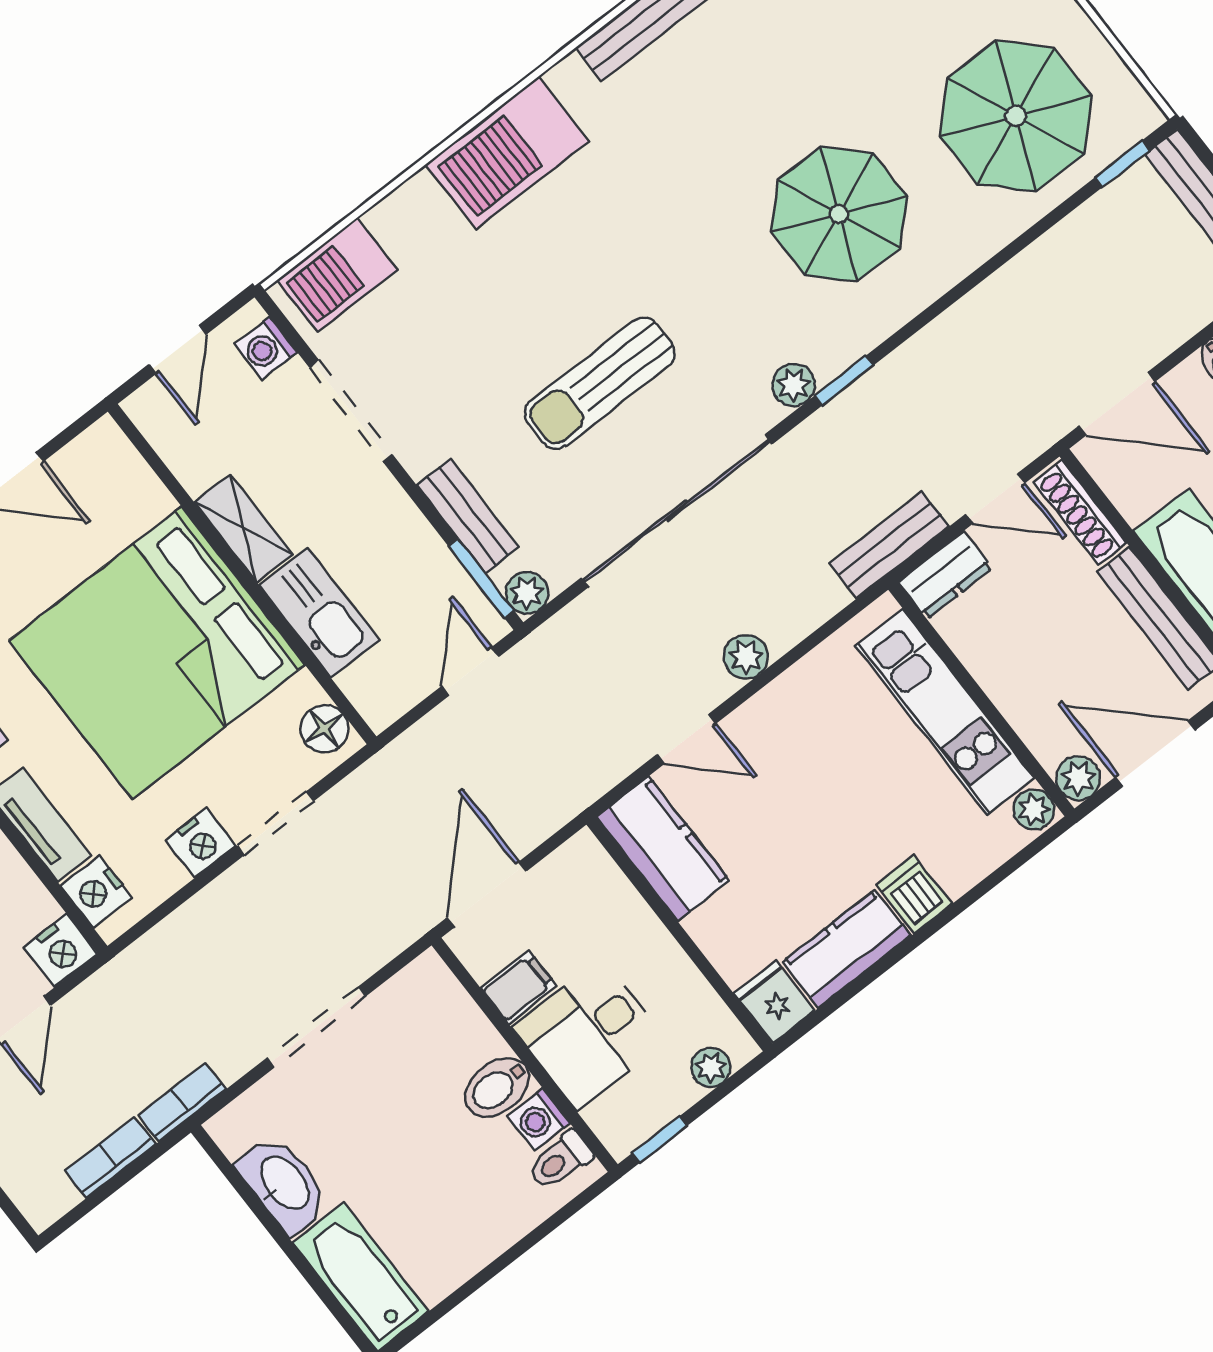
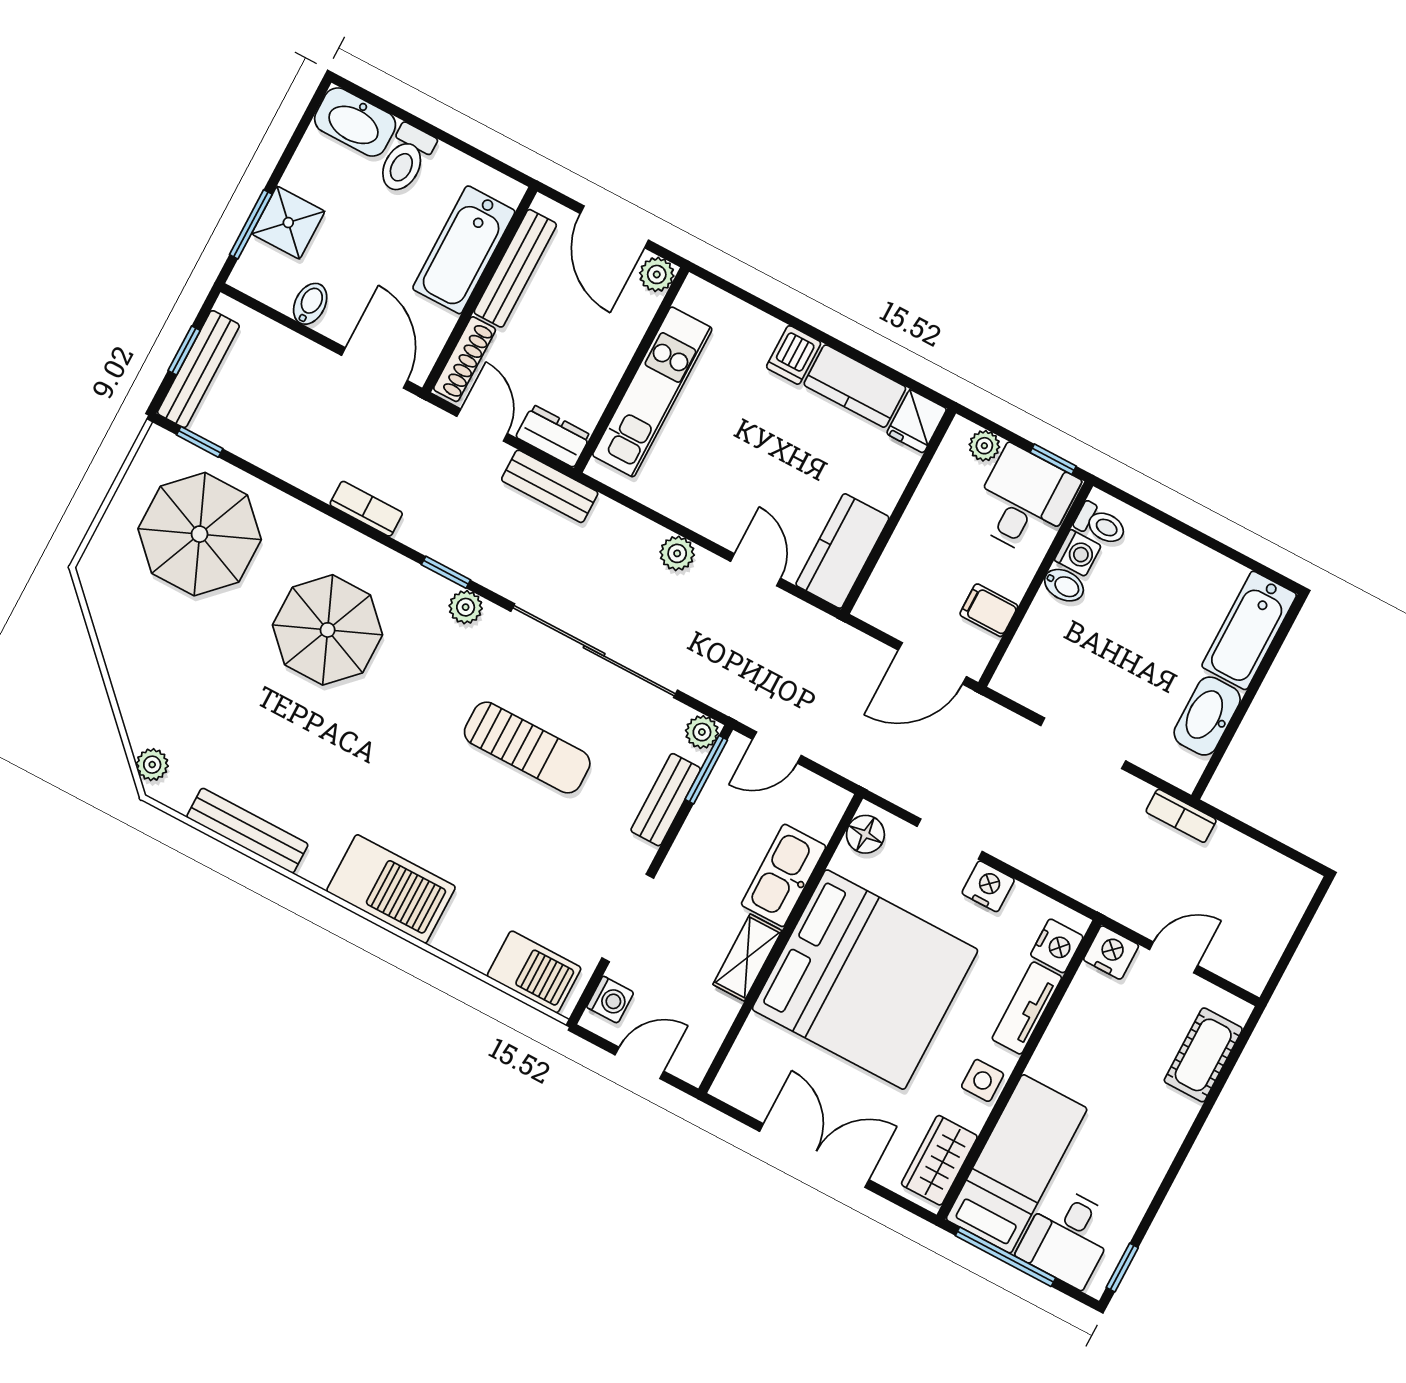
plant: (1034, 809) -> (694, 296), removed
desk: (590, 1034) -> (1024, 501), moved, turned -90
bidet: (497, 1087) -> (1064, 585), width x0.72, depth x0.74
bookcase: (110, 1157) -> (366, 509), moved, turned 180

